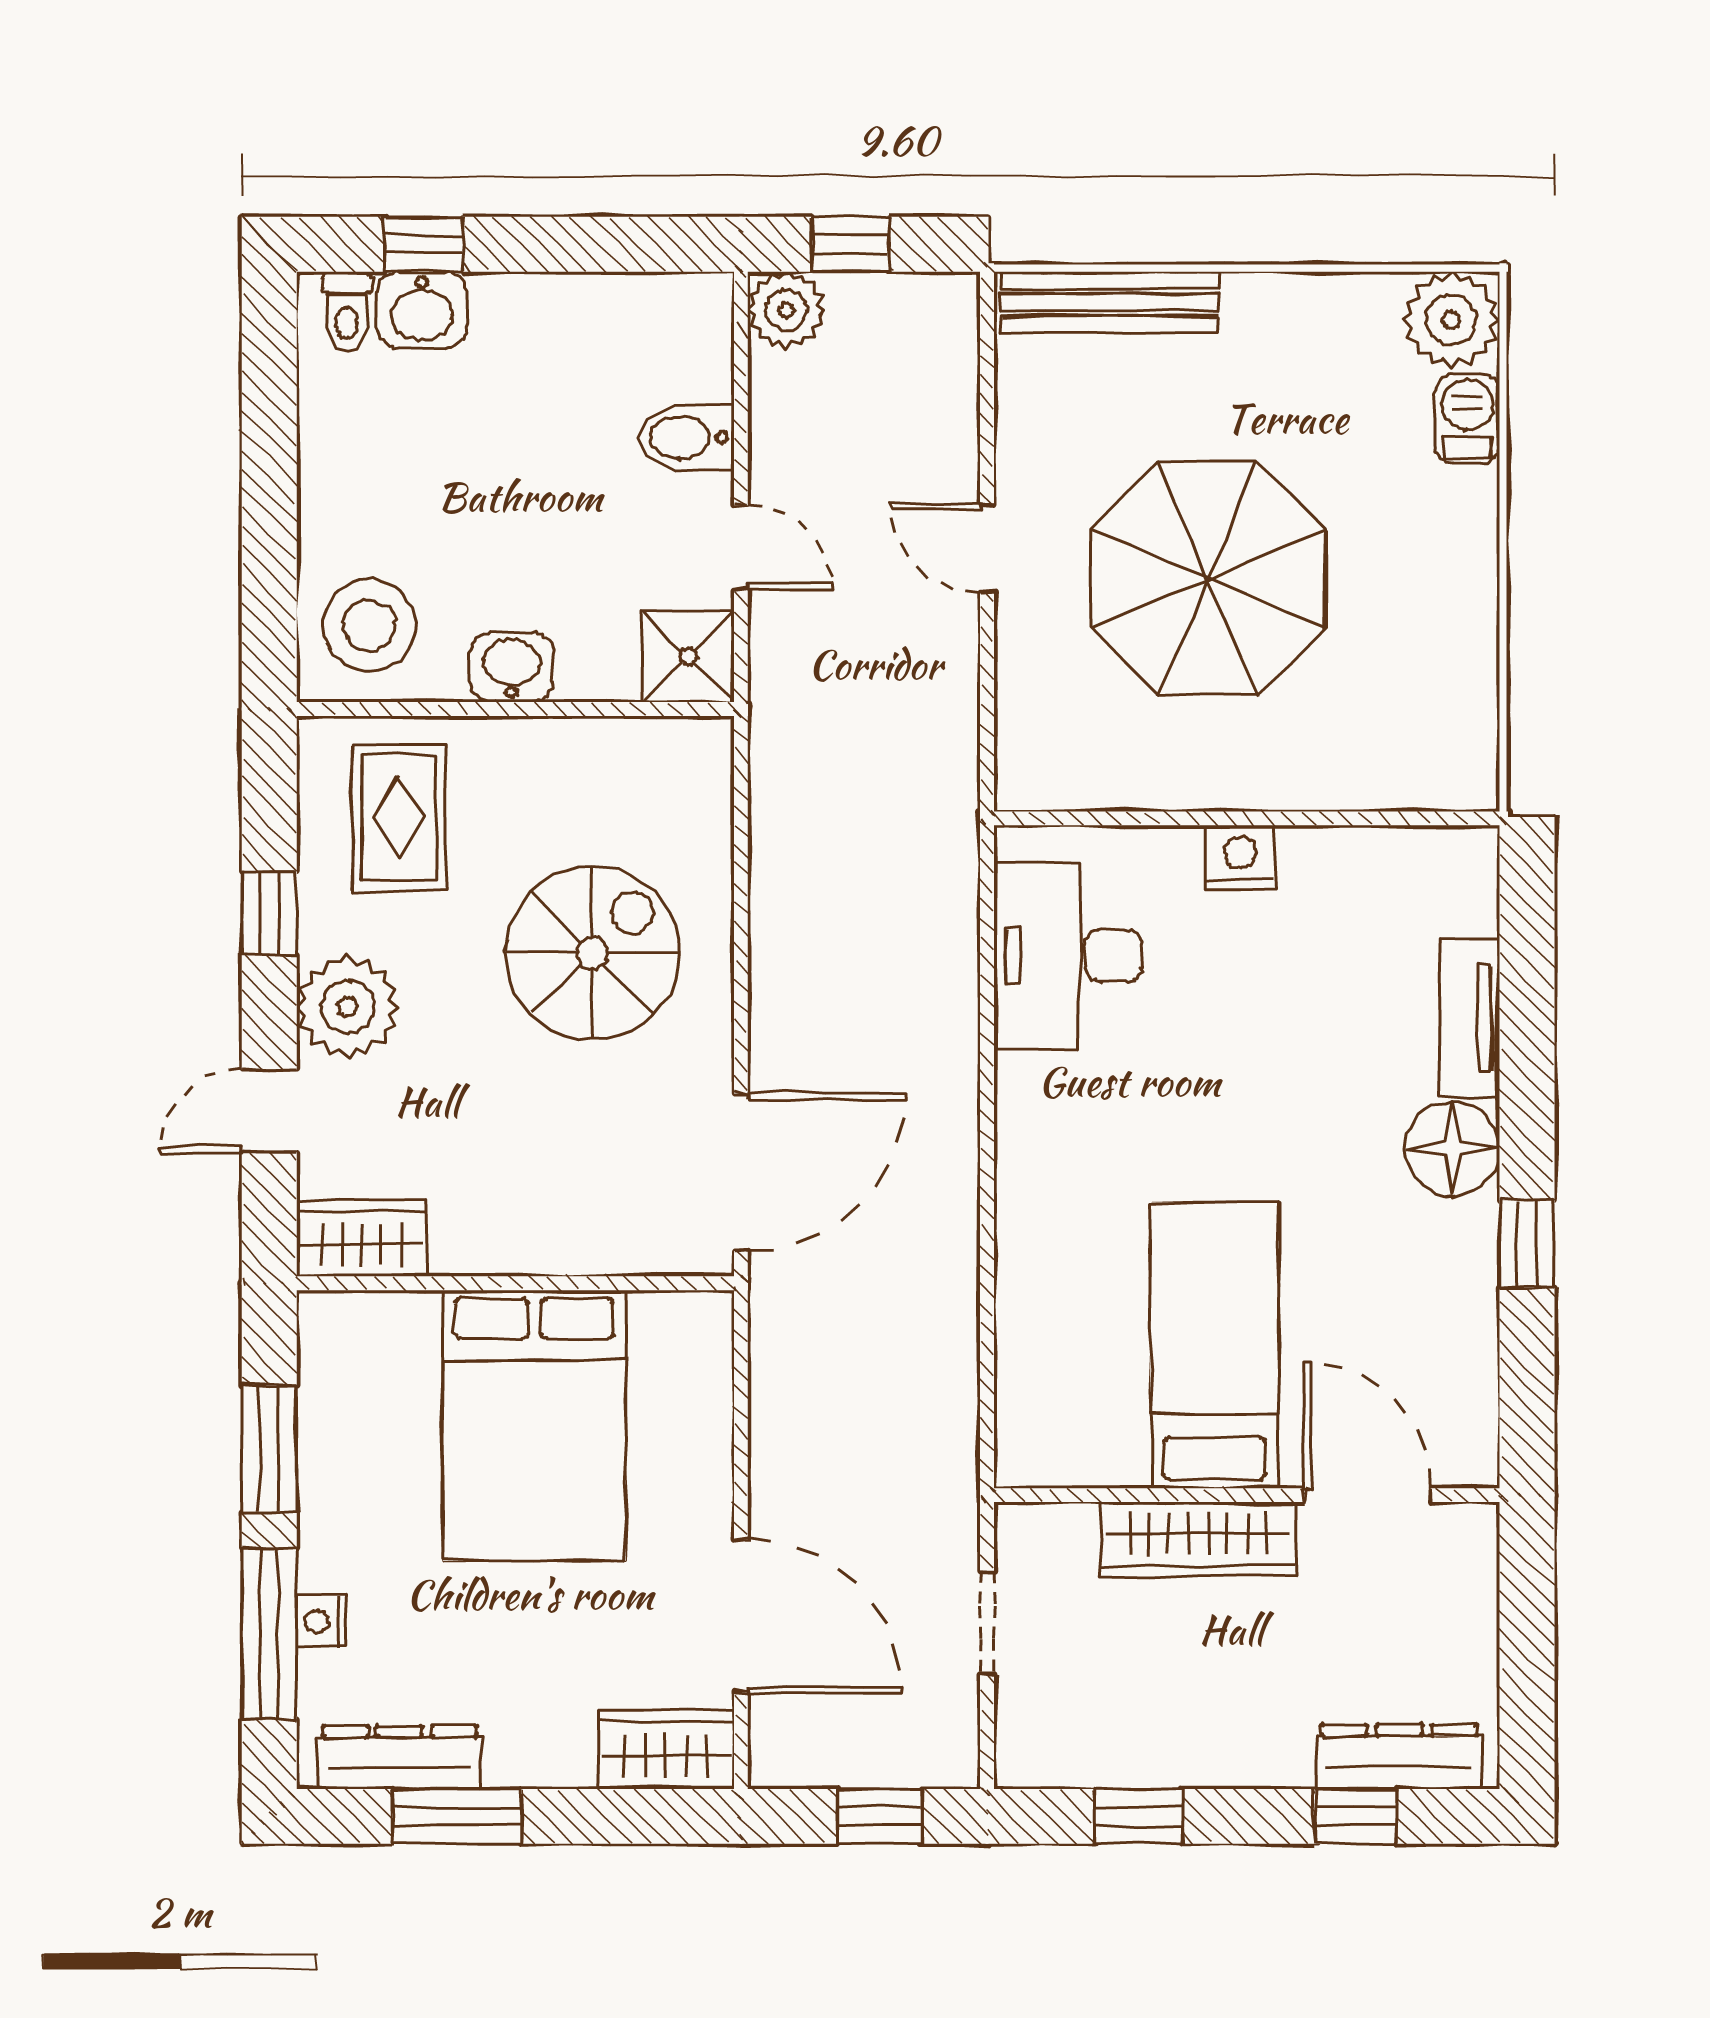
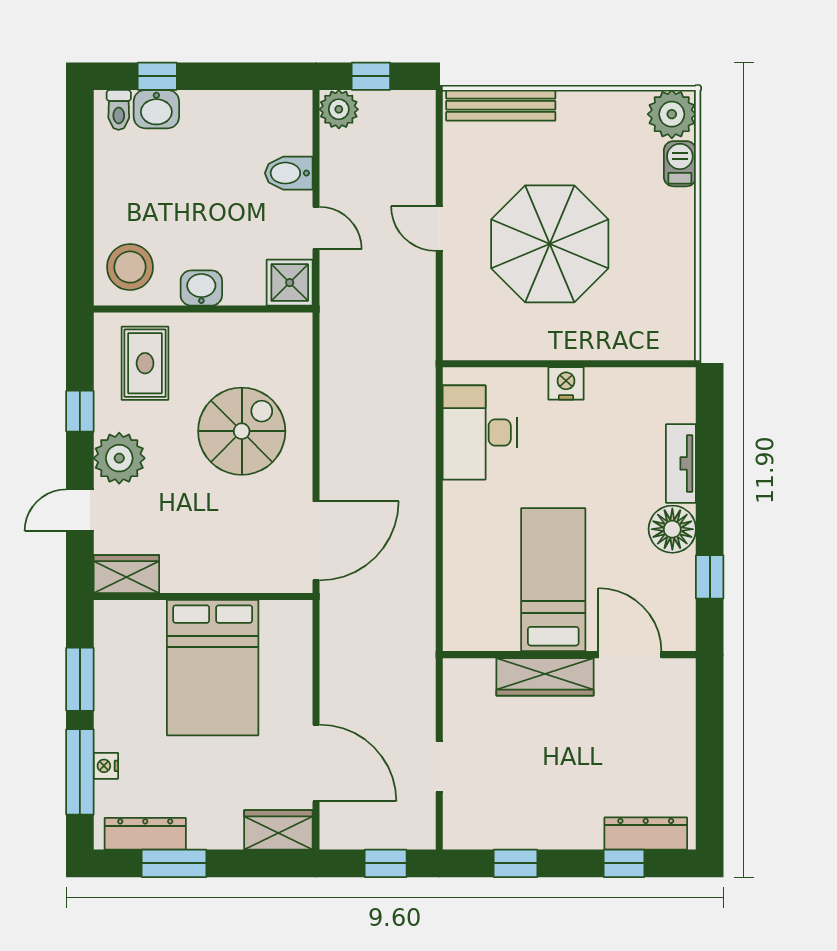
bed: (1215, 1345) -> (553, 580), moved
wall: (1247, 1495) -> (569, 655), moved
door: (1368, 1495) -> (630, 655), moved
wardrobe: (1198, 1539) -> (545, 677), moved

